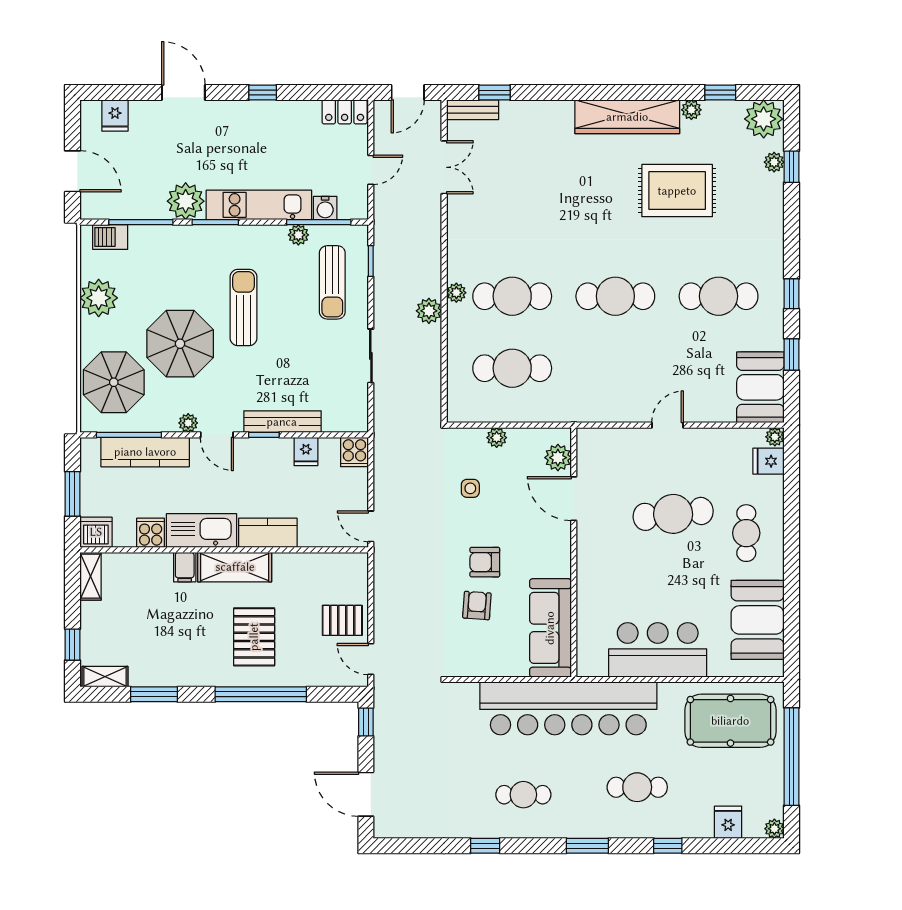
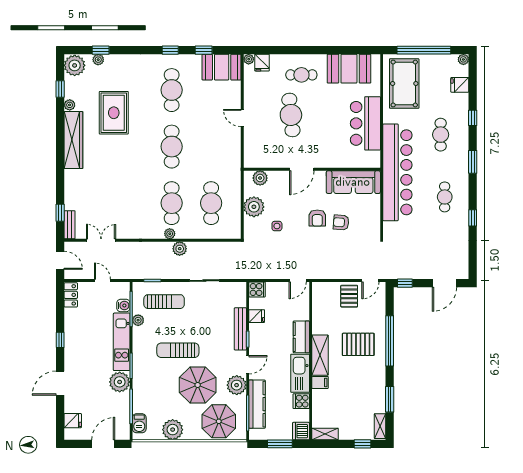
plant: (188, 423) -> (237, 385), width x1.88, depth x1.88
plant: (497, 438) -> (254, 207), width x1.88, depth x1.88
door: (574, 499) -> (302, 169), moved

